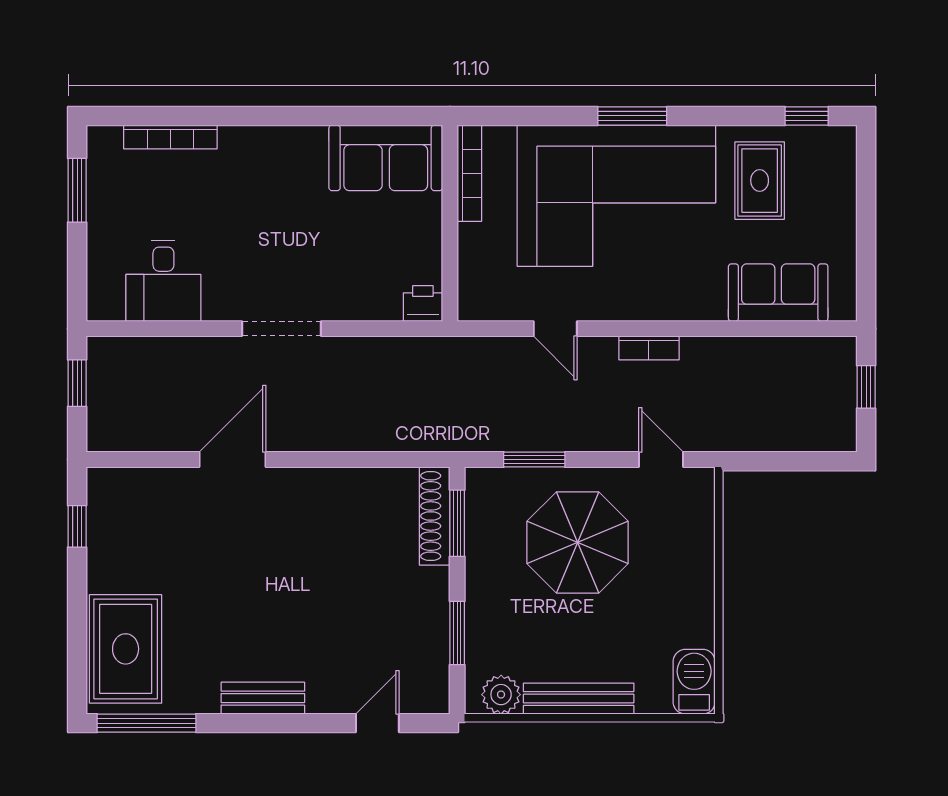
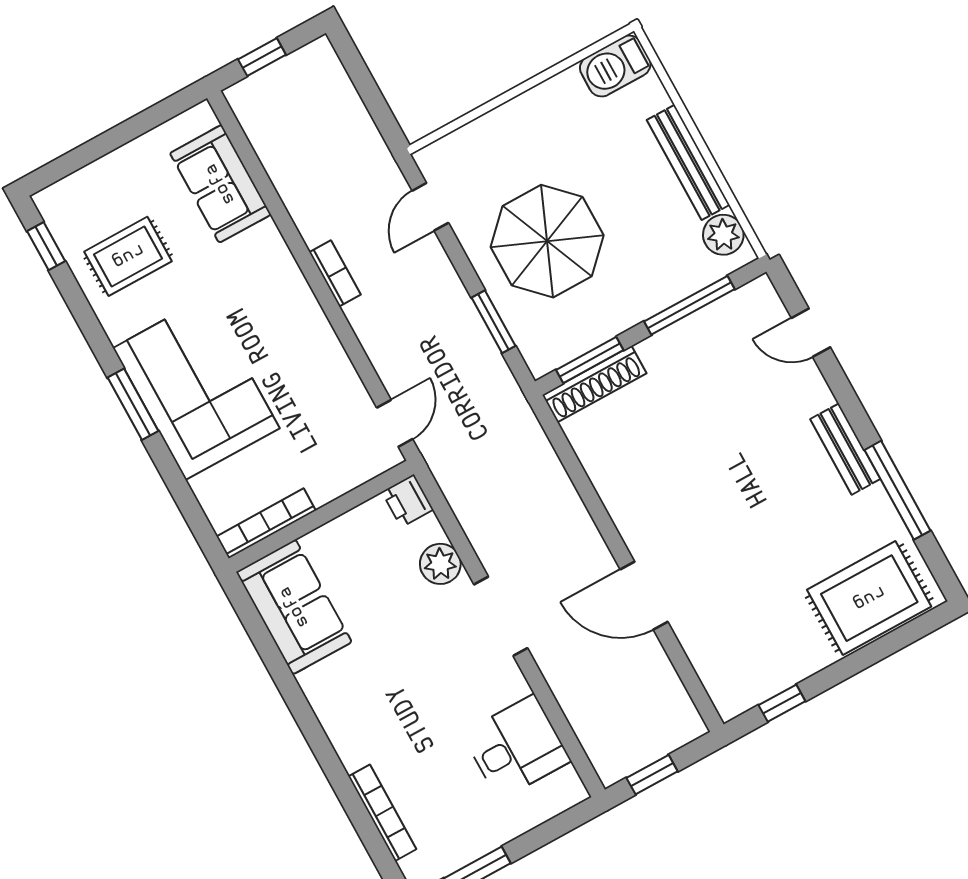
corner sofa: (616, 196) -> (196, 388), width x0.73, depth x0.74
plant: (354, 302) -> (440, 564), added
door: (555, 329) -> (395, 423), moved
window: (457, 633) -> (689, 305), width x1.44
window: (147, 723) -> (897, 490), moved

